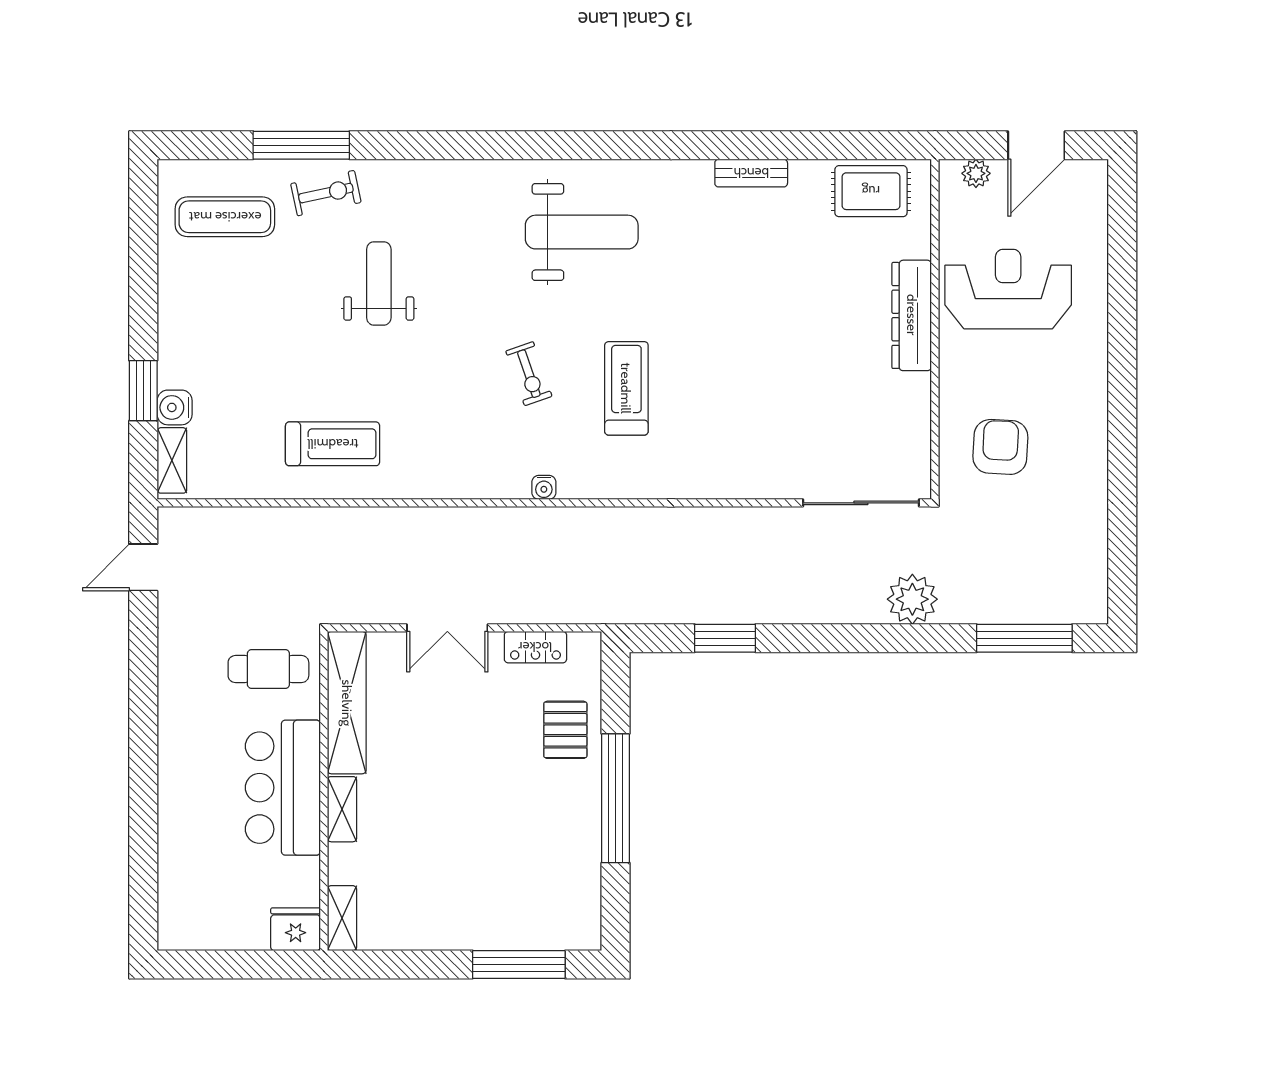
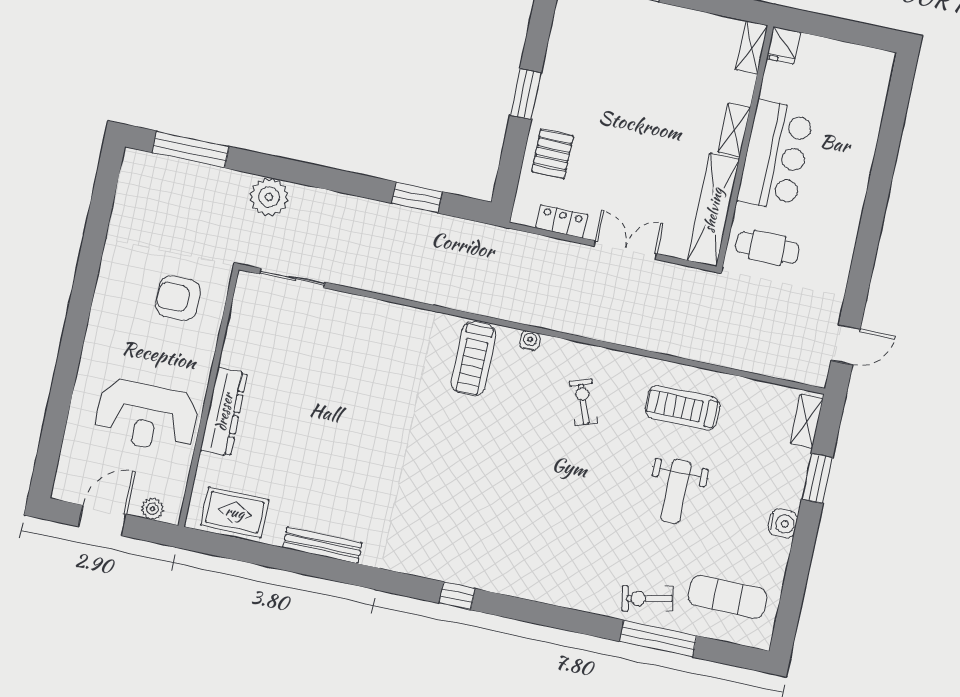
window: (567, 145) -> (457, 596), added
bench: (751, 173) -> (322, 545), width x1.36
weight bench: (582, 232) -> (460, 528), removed
weight bench: (379, 283) -> (676, 492), moved
exercise bike: (529, 374) -> (583, 402), moved
treadmill: (626, 388) -> (473, 359), moved
water cooler: (175, 407) -> (783, 524), moved
armchair: (1000, 447) -> (178, 298), turned 87
sliding door: (861, 503) -> (292, 278), width x0.73
window: (615, 798) -> (526, 94), width x0.47
fridge: (296, 929) -> (783, 45), width x0.72

